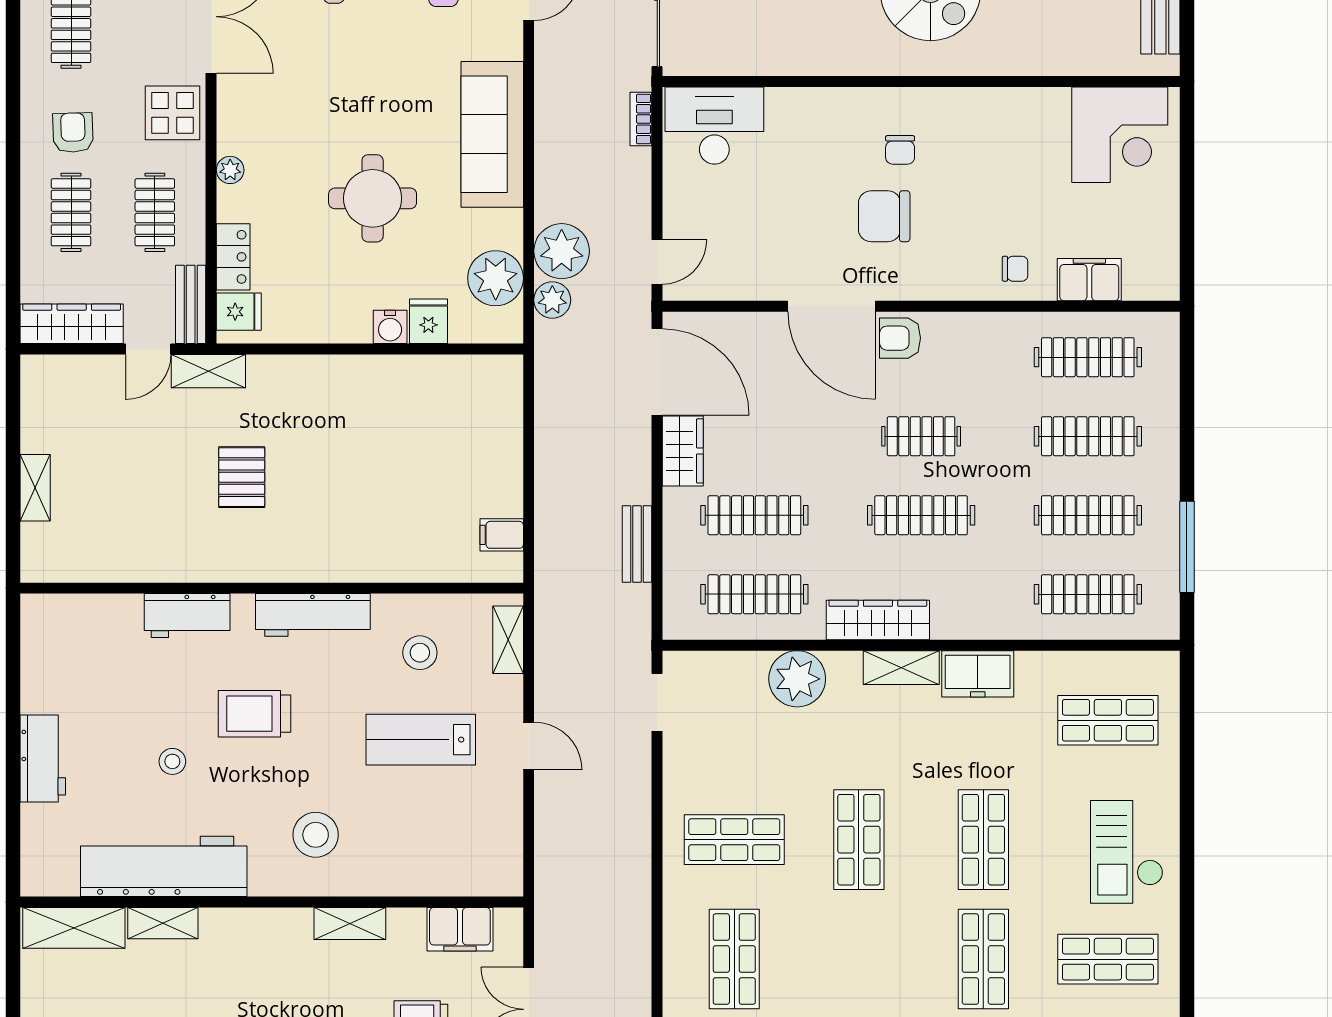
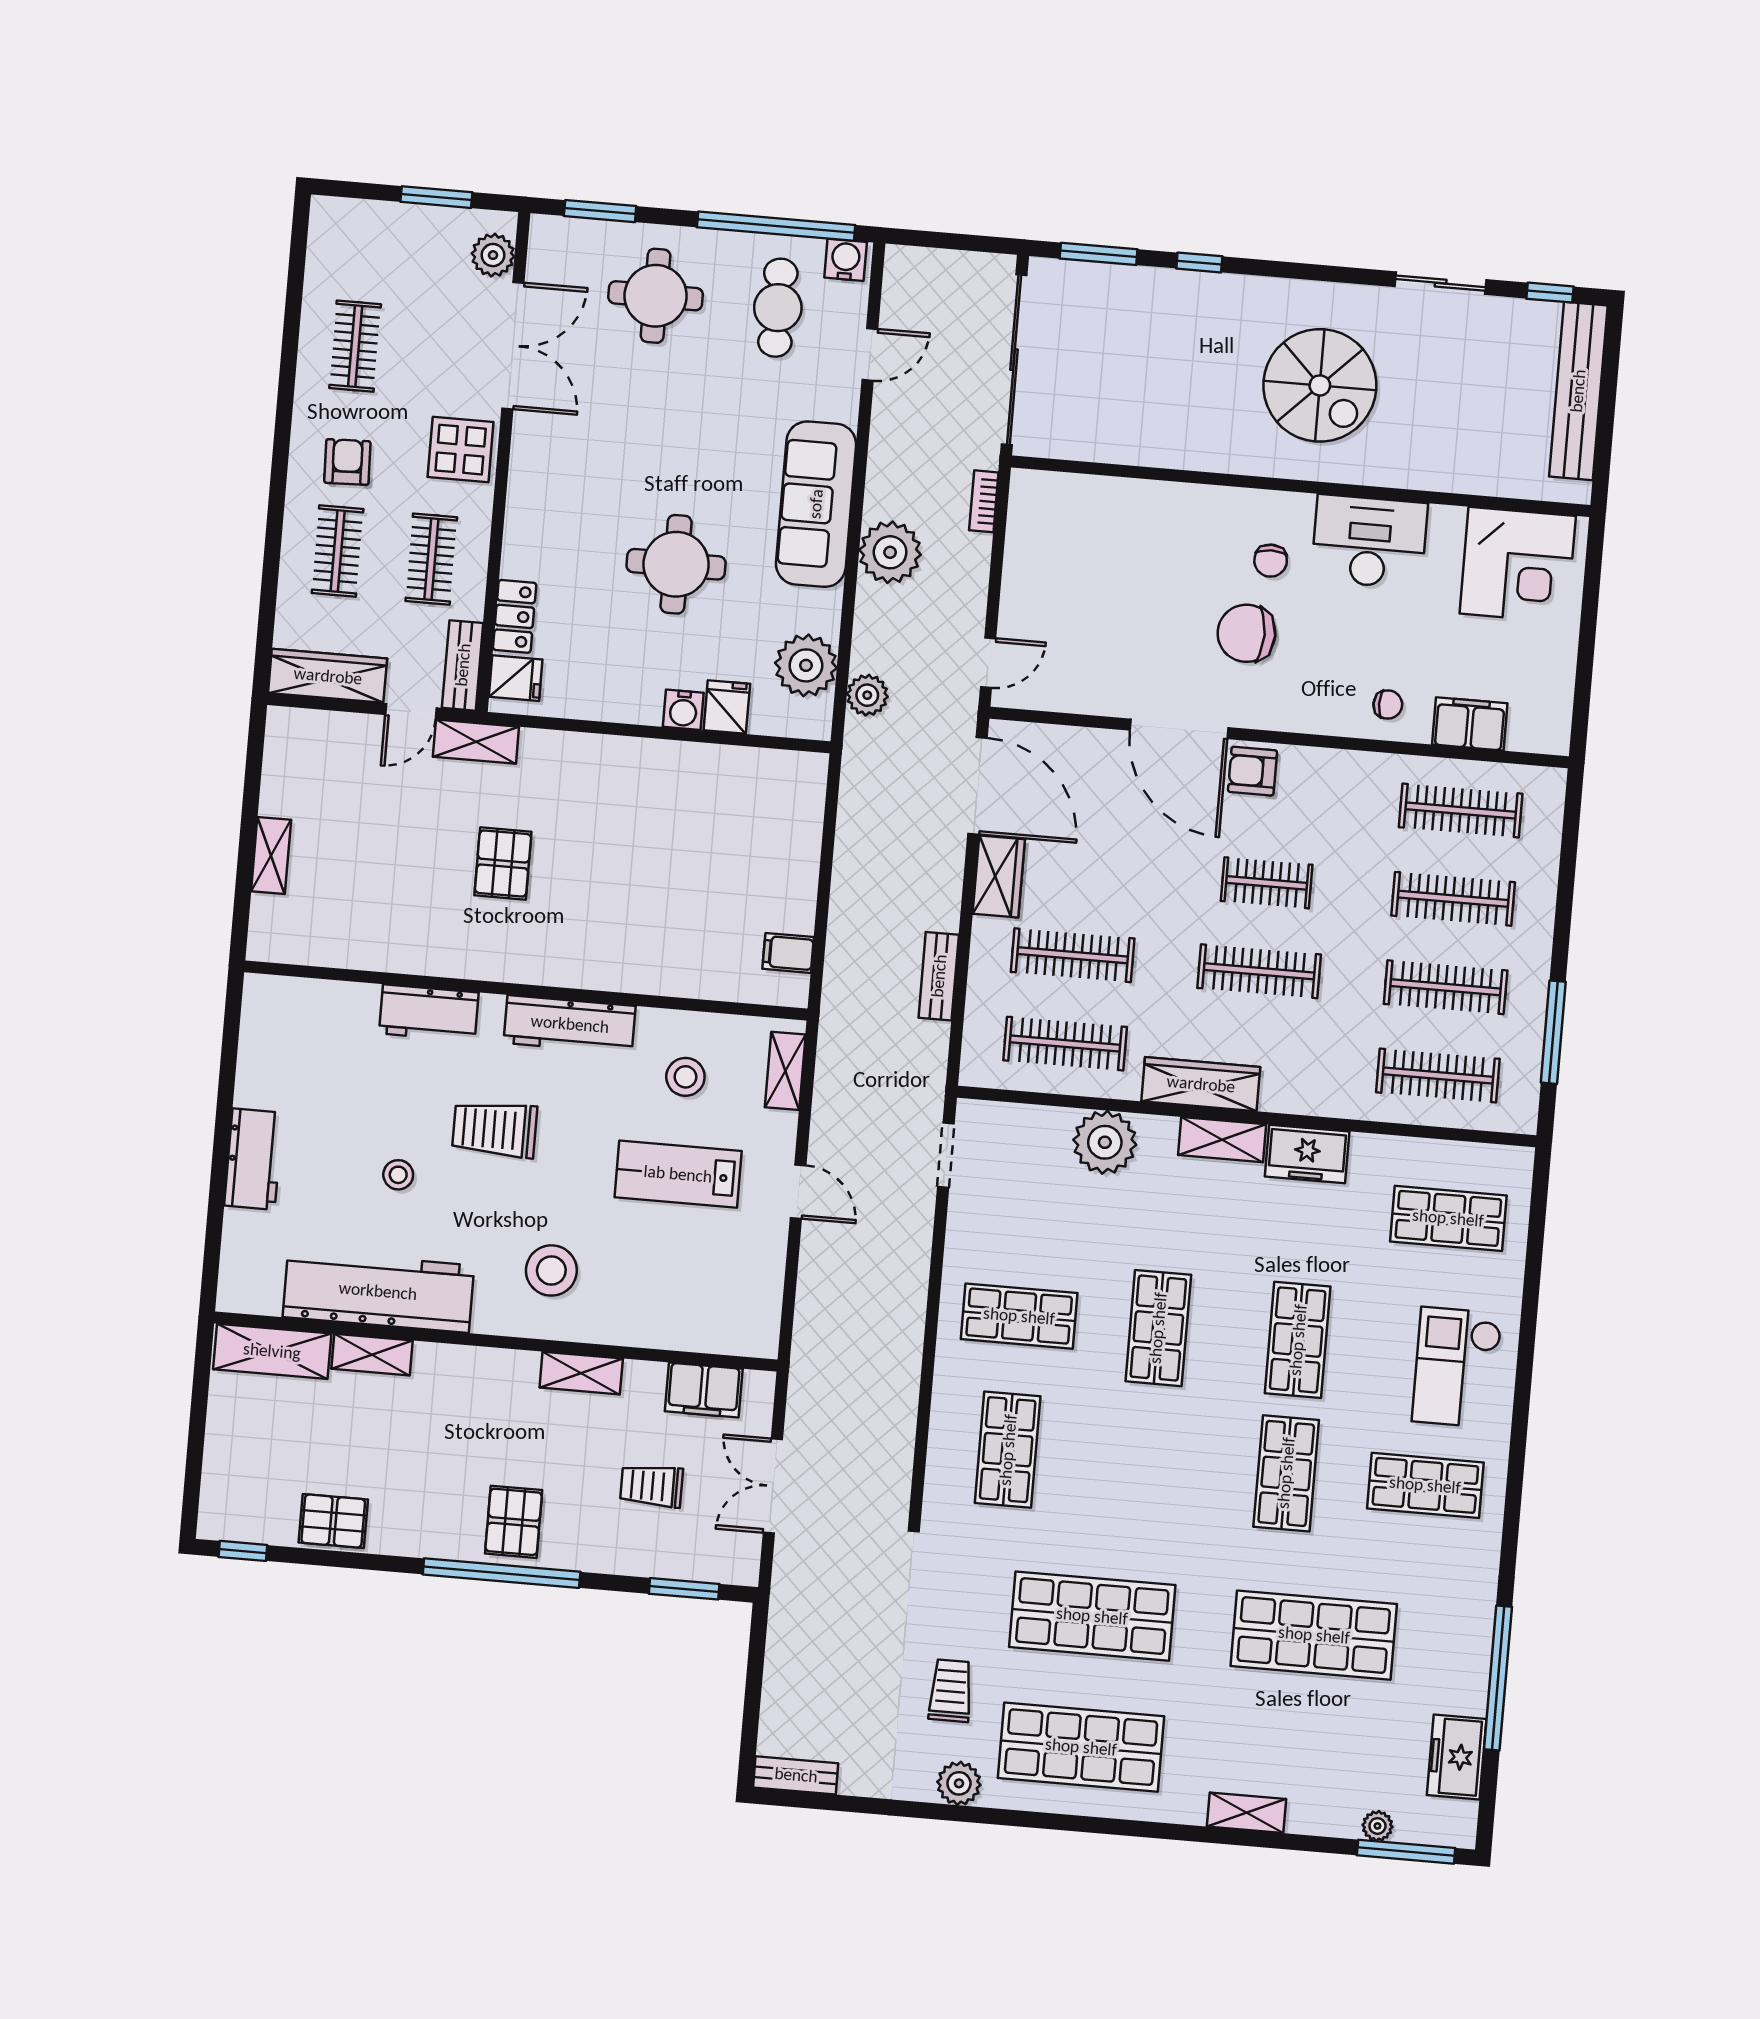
desk: (714, 126) -> (1369, 542), moved
plant: (230, 170) -> (520, 519), removed
plant: (562, 251) -> (890, 552), moved

